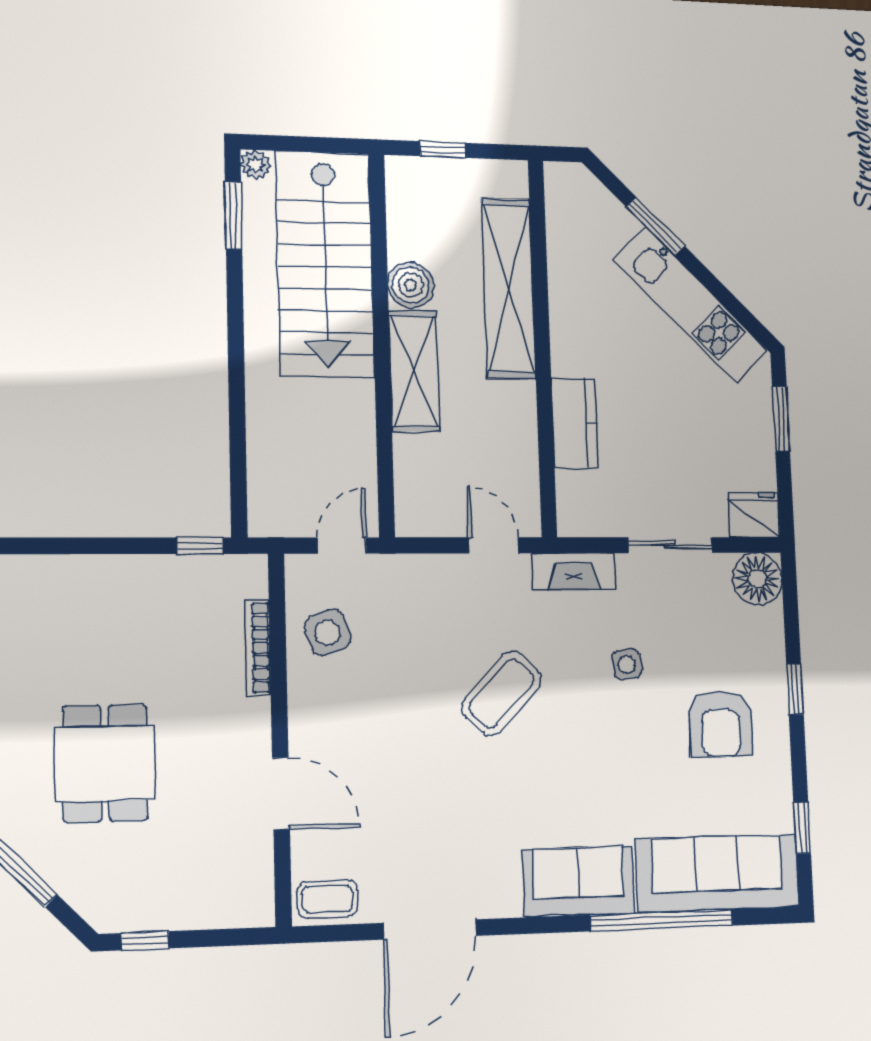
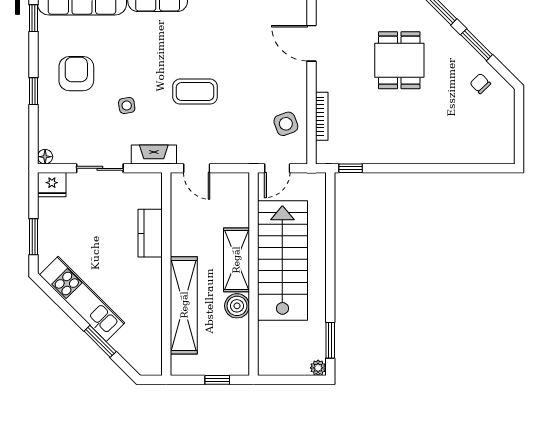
stairs: (325, 264) -> (282, 261), moved
floor lamp: (757, 579) -> (45, 157), width x0.53, depth x0.53
coffee table: (502, 693) -> (195, 92), turned 46

